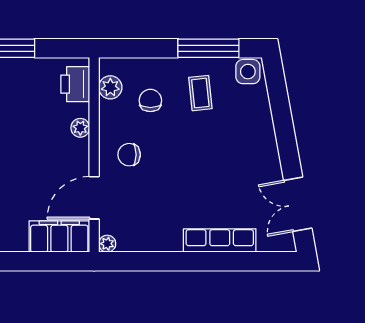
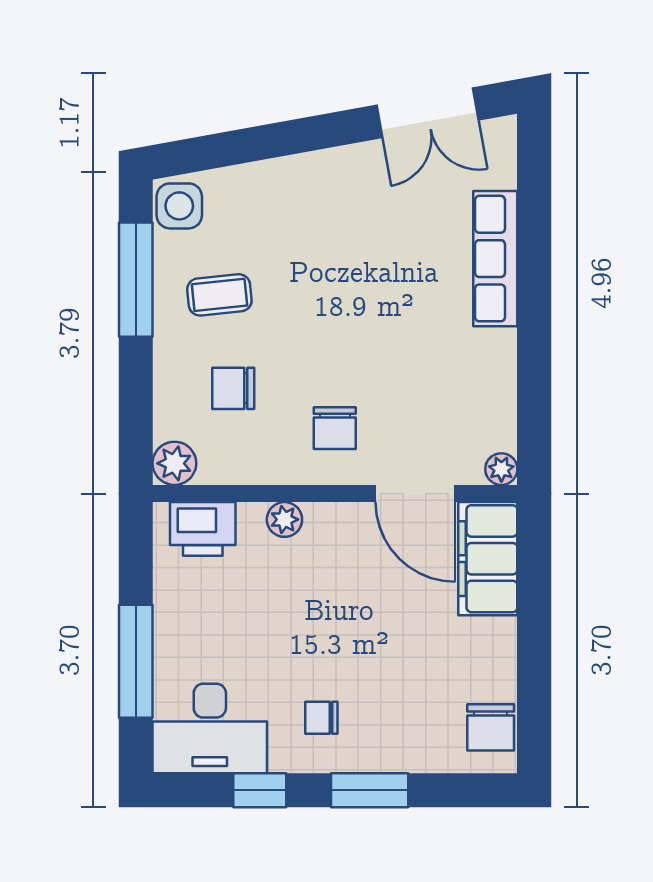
plant: (110, 87) -> (174, 463), moved

